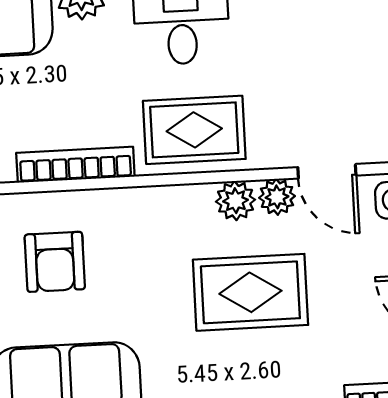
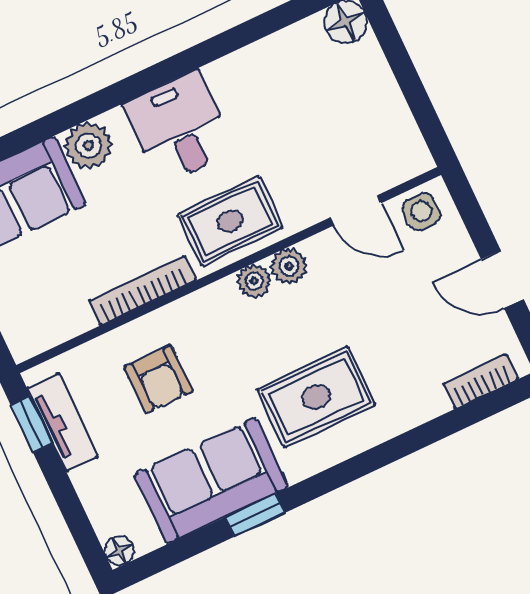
plant: (277, 197) -> (254, 281), moved
rug: (250, 292) -> (316, 397), moved

